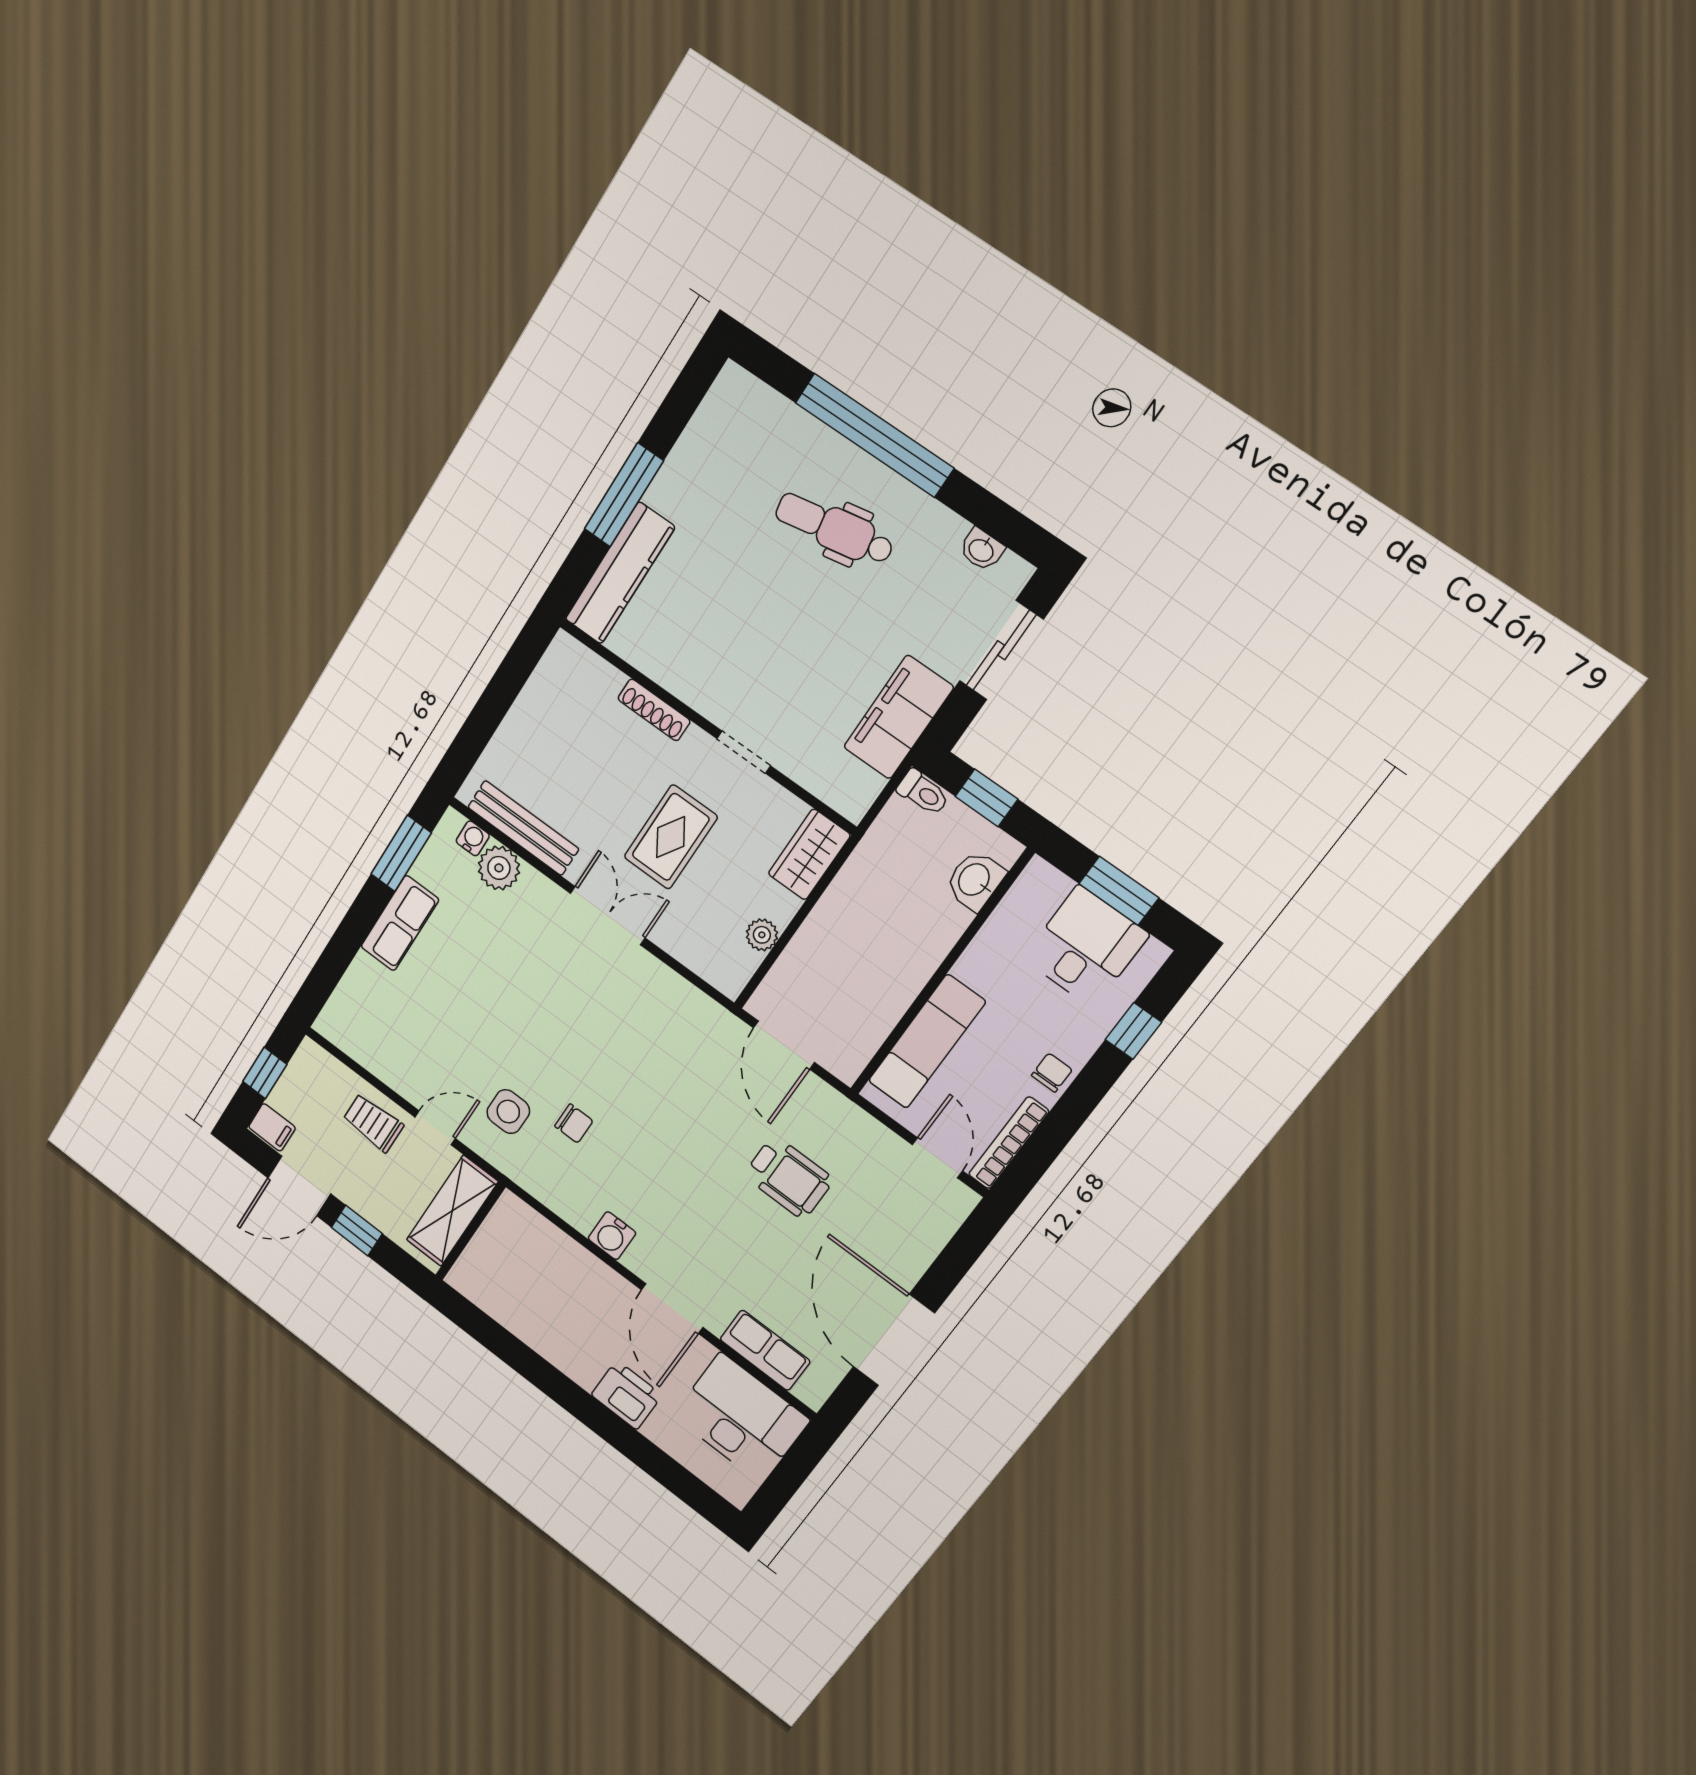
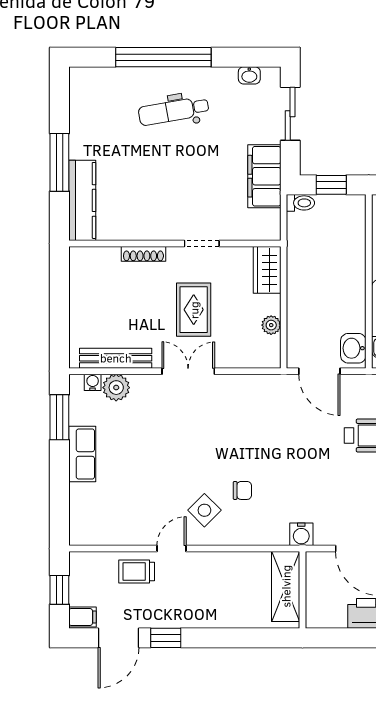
washbasin: (975, 880) -> (353, 348), moved
side table: (508, 1112) -> (204, 510), turned 45
shelving: (452, 1211) -> (286, 586), moved
wall: (470, 1231) -> (303, 590), moved

